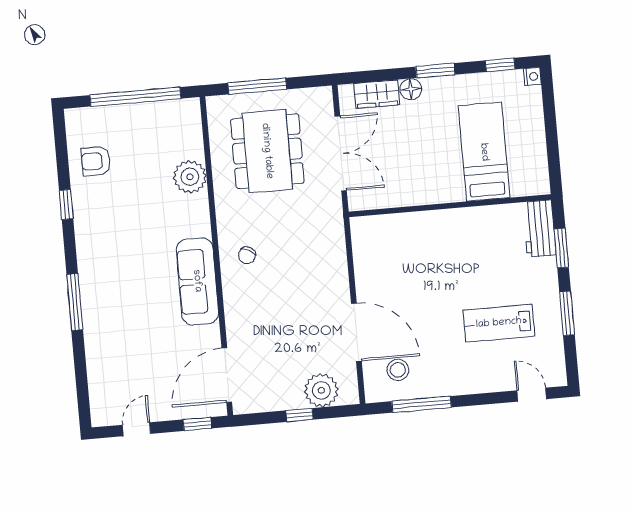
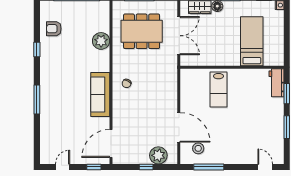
dining table: (267, 151) -> (142, 31), turned 90
lab bench: (499, 323) -> (218, 90), moved, turned -90

